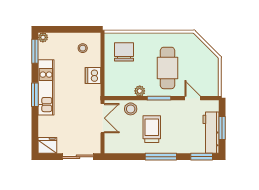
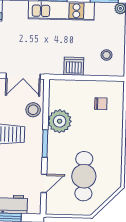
chair: (124, 52) -> (101, 104), width x0.54, depth x0.54
cafe table: (168, 68) -> (84, 176), moved, turned 90
plant: (140, 91) -> (60, 121), width x1.88, depth x1.88

